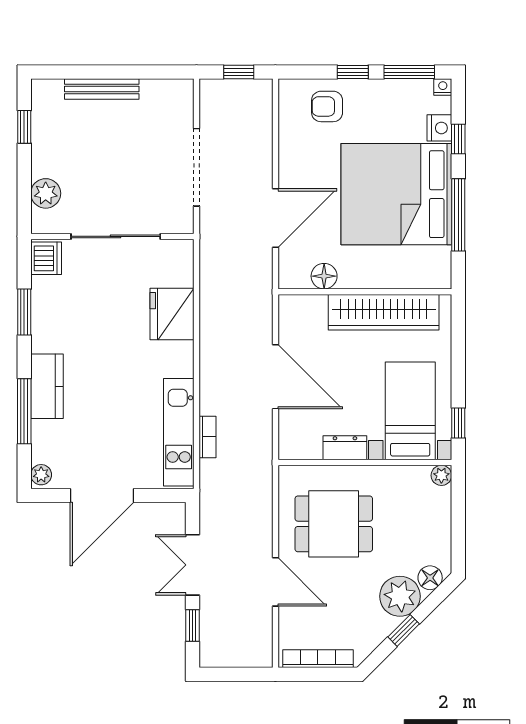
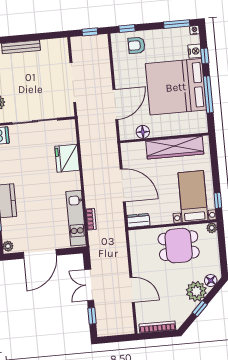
window: (353, 72) -> (127, 29), moved
dresser: (345, 448) -> (138, 220), moved
dining table: (334, 524) -> (179, 246), moved

